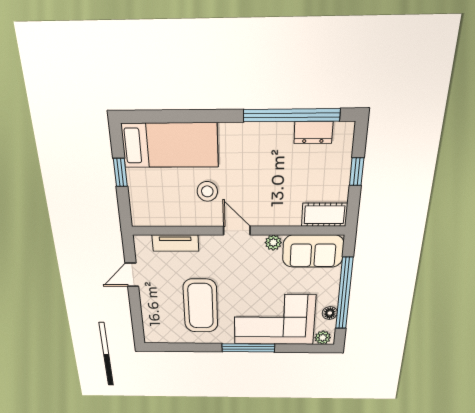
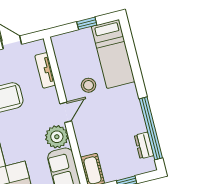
plant: (273, 243) -> (57, 137), width x1.87, depth x1.87

